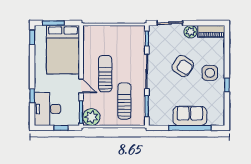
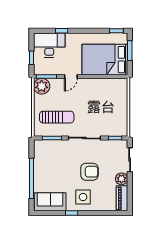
armchair: (183, 66) -> (89, 172), turned -123
sun lounger: (105, 74) -> (82, 99), removed
sofa: (190, 116) -> (50, 202), moved, turned -90

